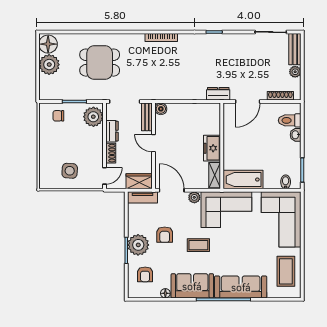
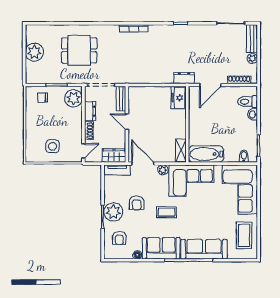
floor lamp: (48, 44) -> (33, 34), removed
boiler: (161, 109) -> (133, 91), removed
freezer: (212, 148) -> (179, 98), moved

